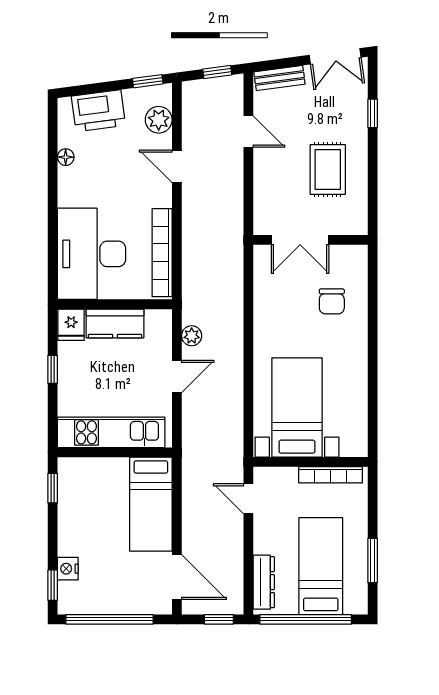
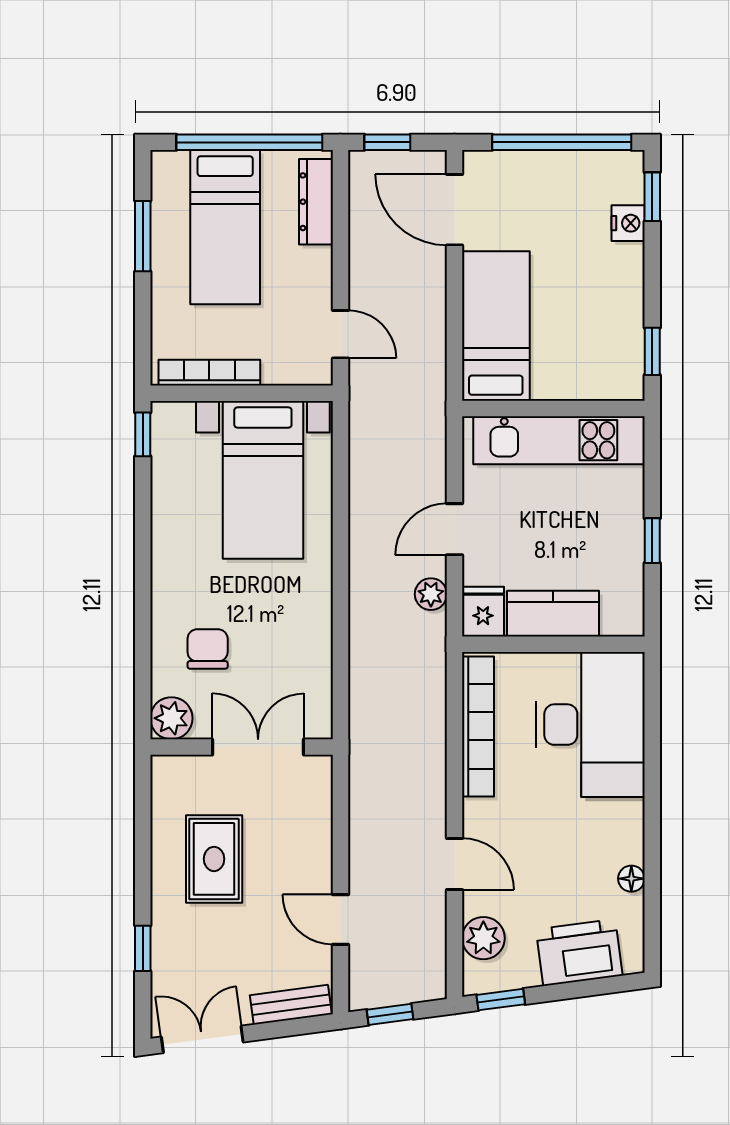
plant: (355, 258) -> (171, 718), added
fridge: (71, 325) -> (483, 612), moved
window: (373, 436) -> (143, 434), added

